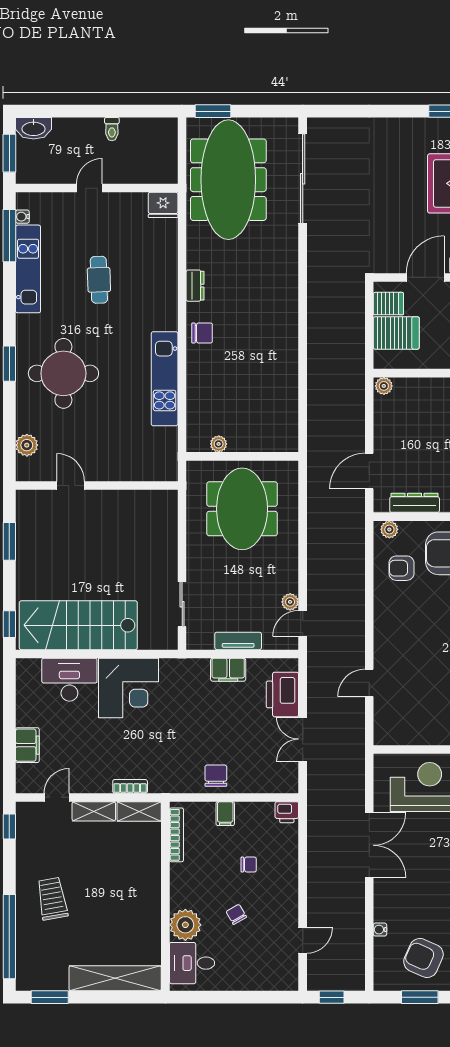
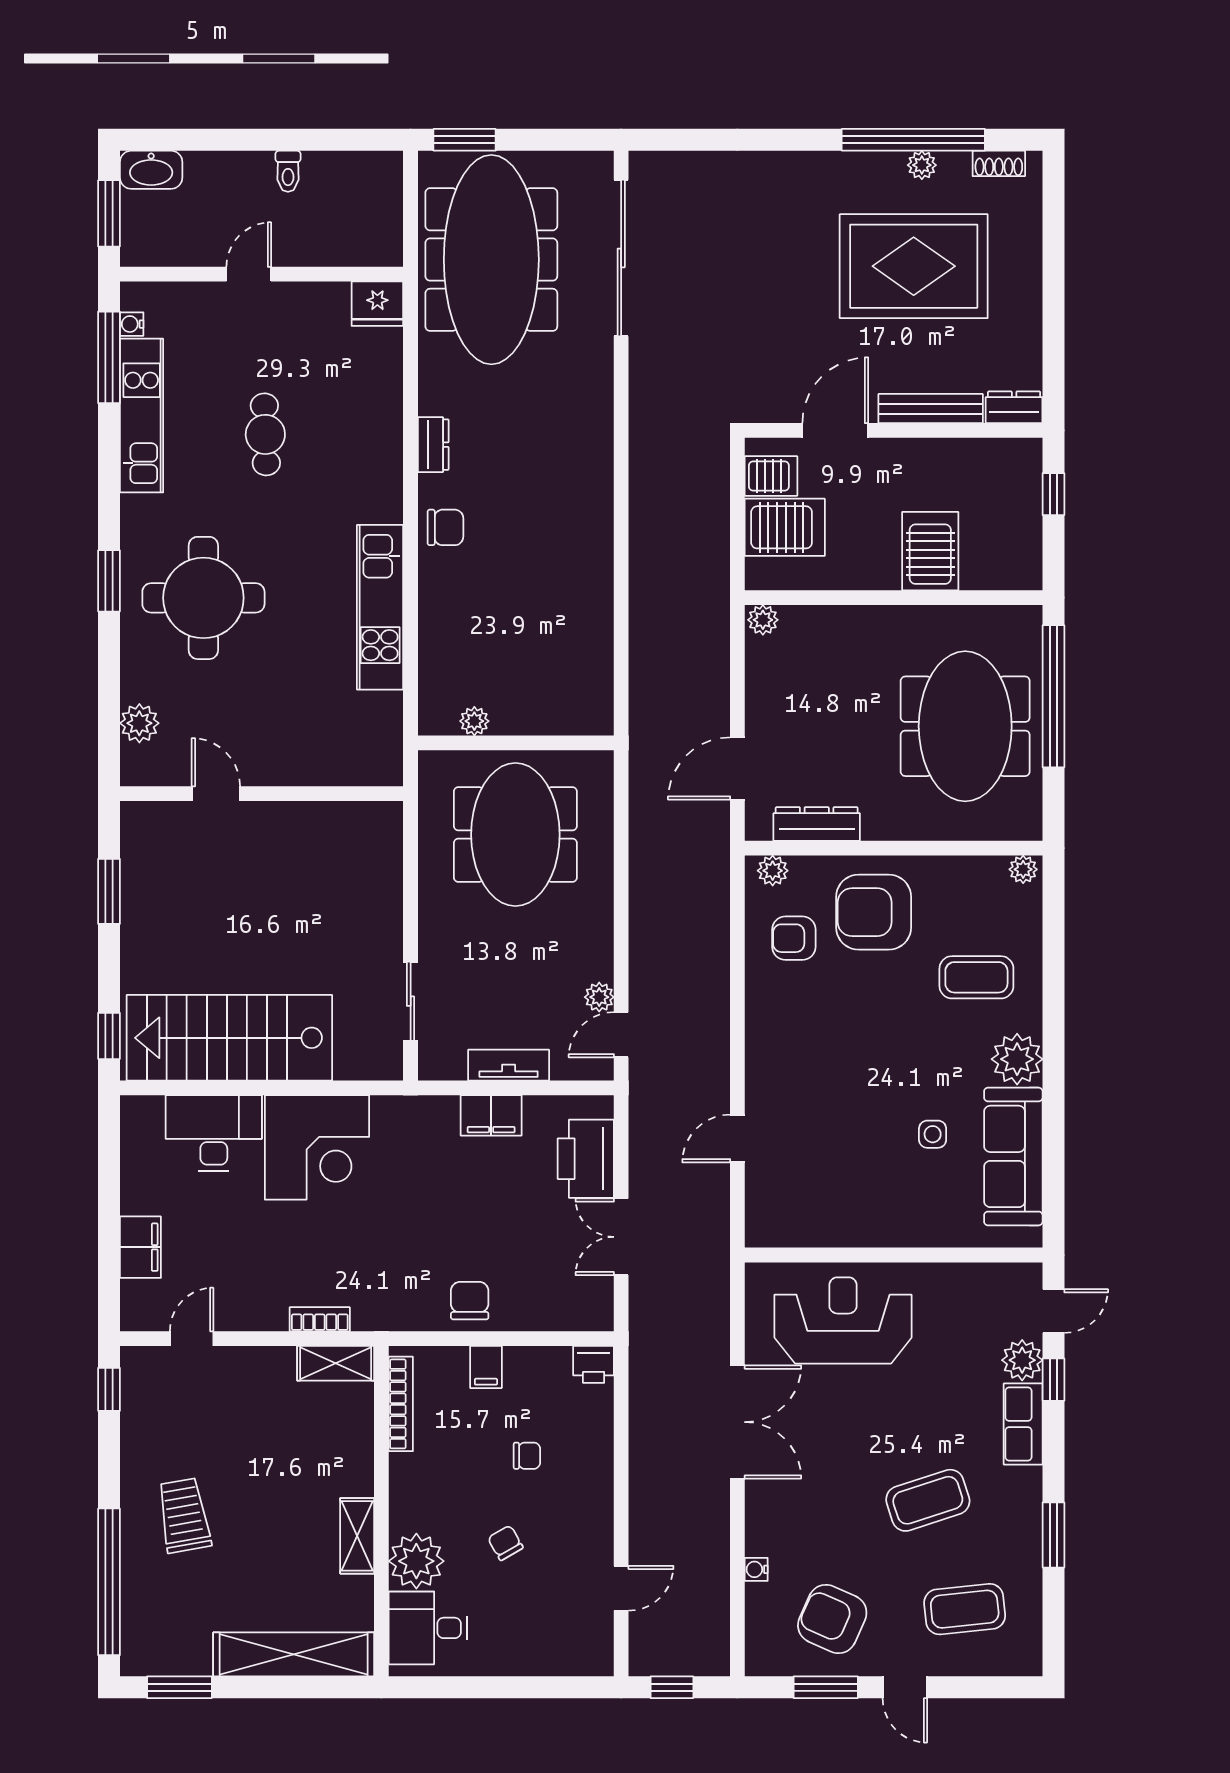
shelving: (94, 811) -> (357, 1536), moved, turned 90

